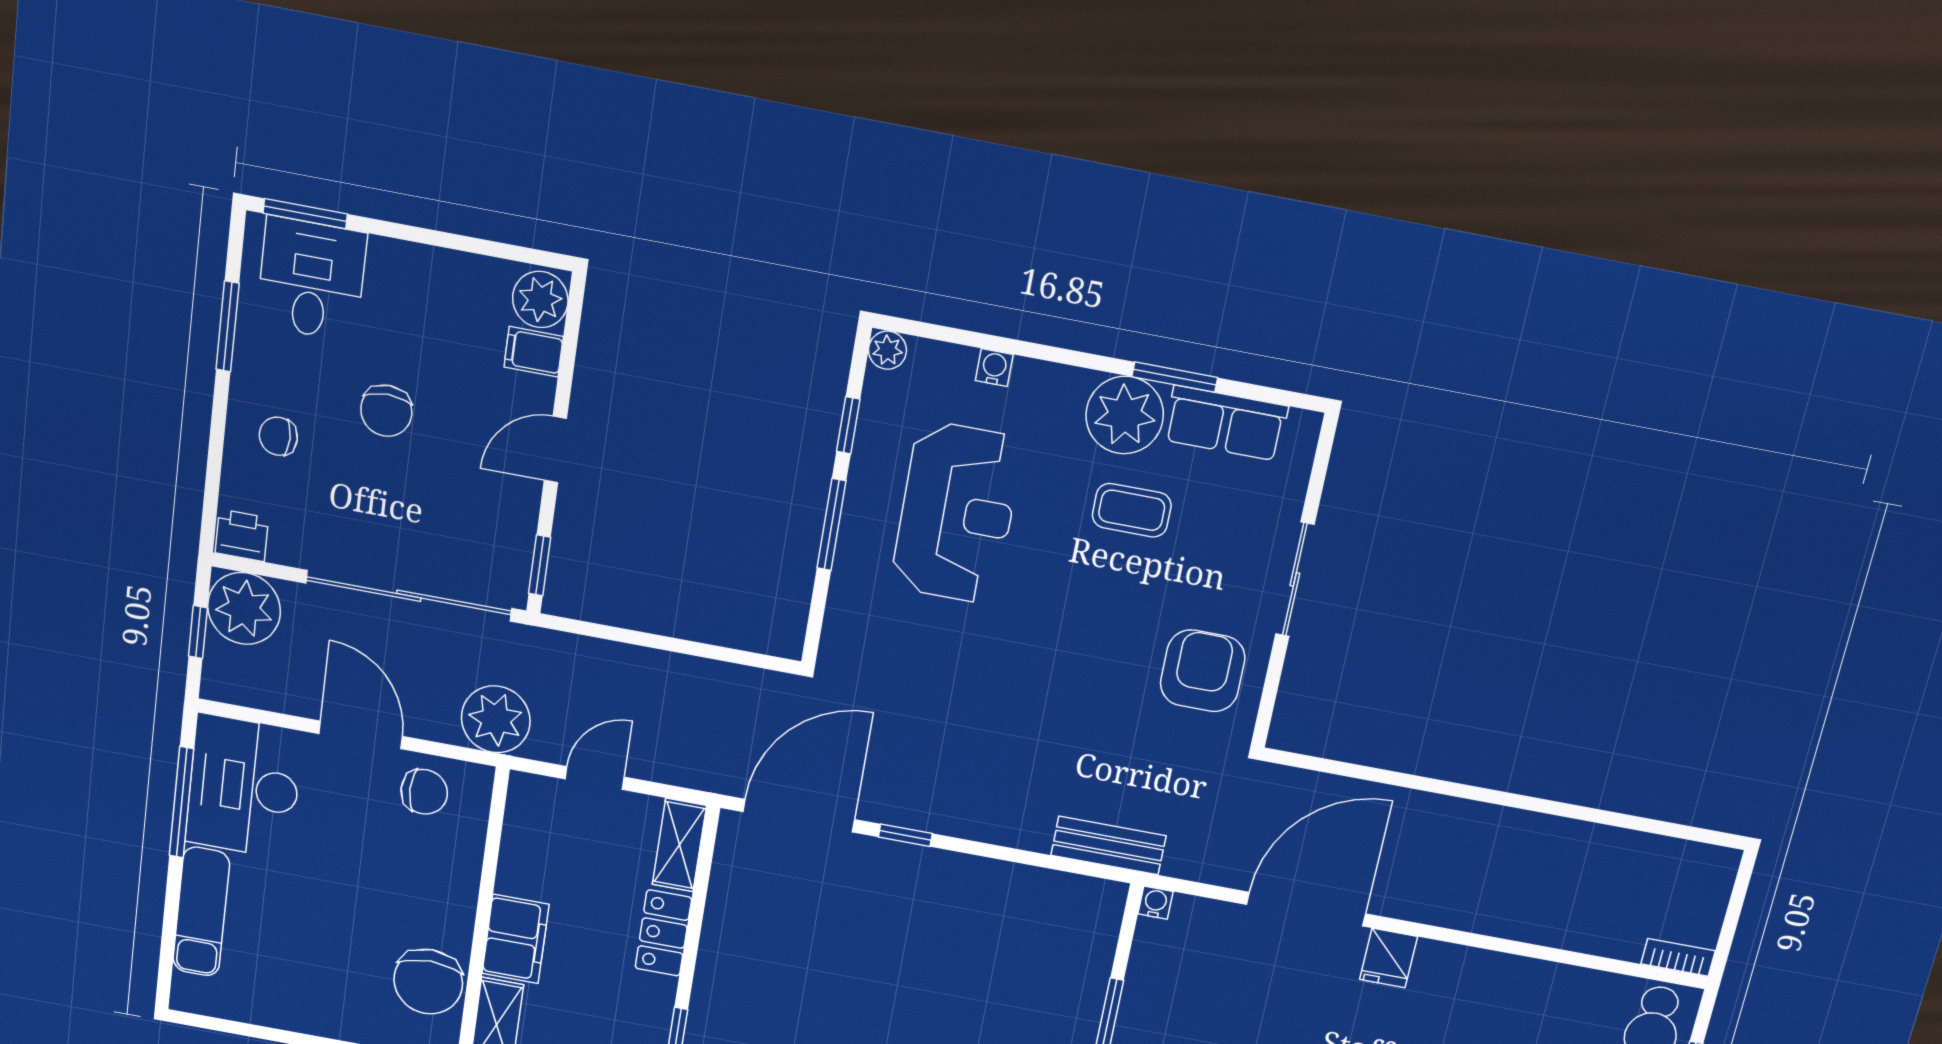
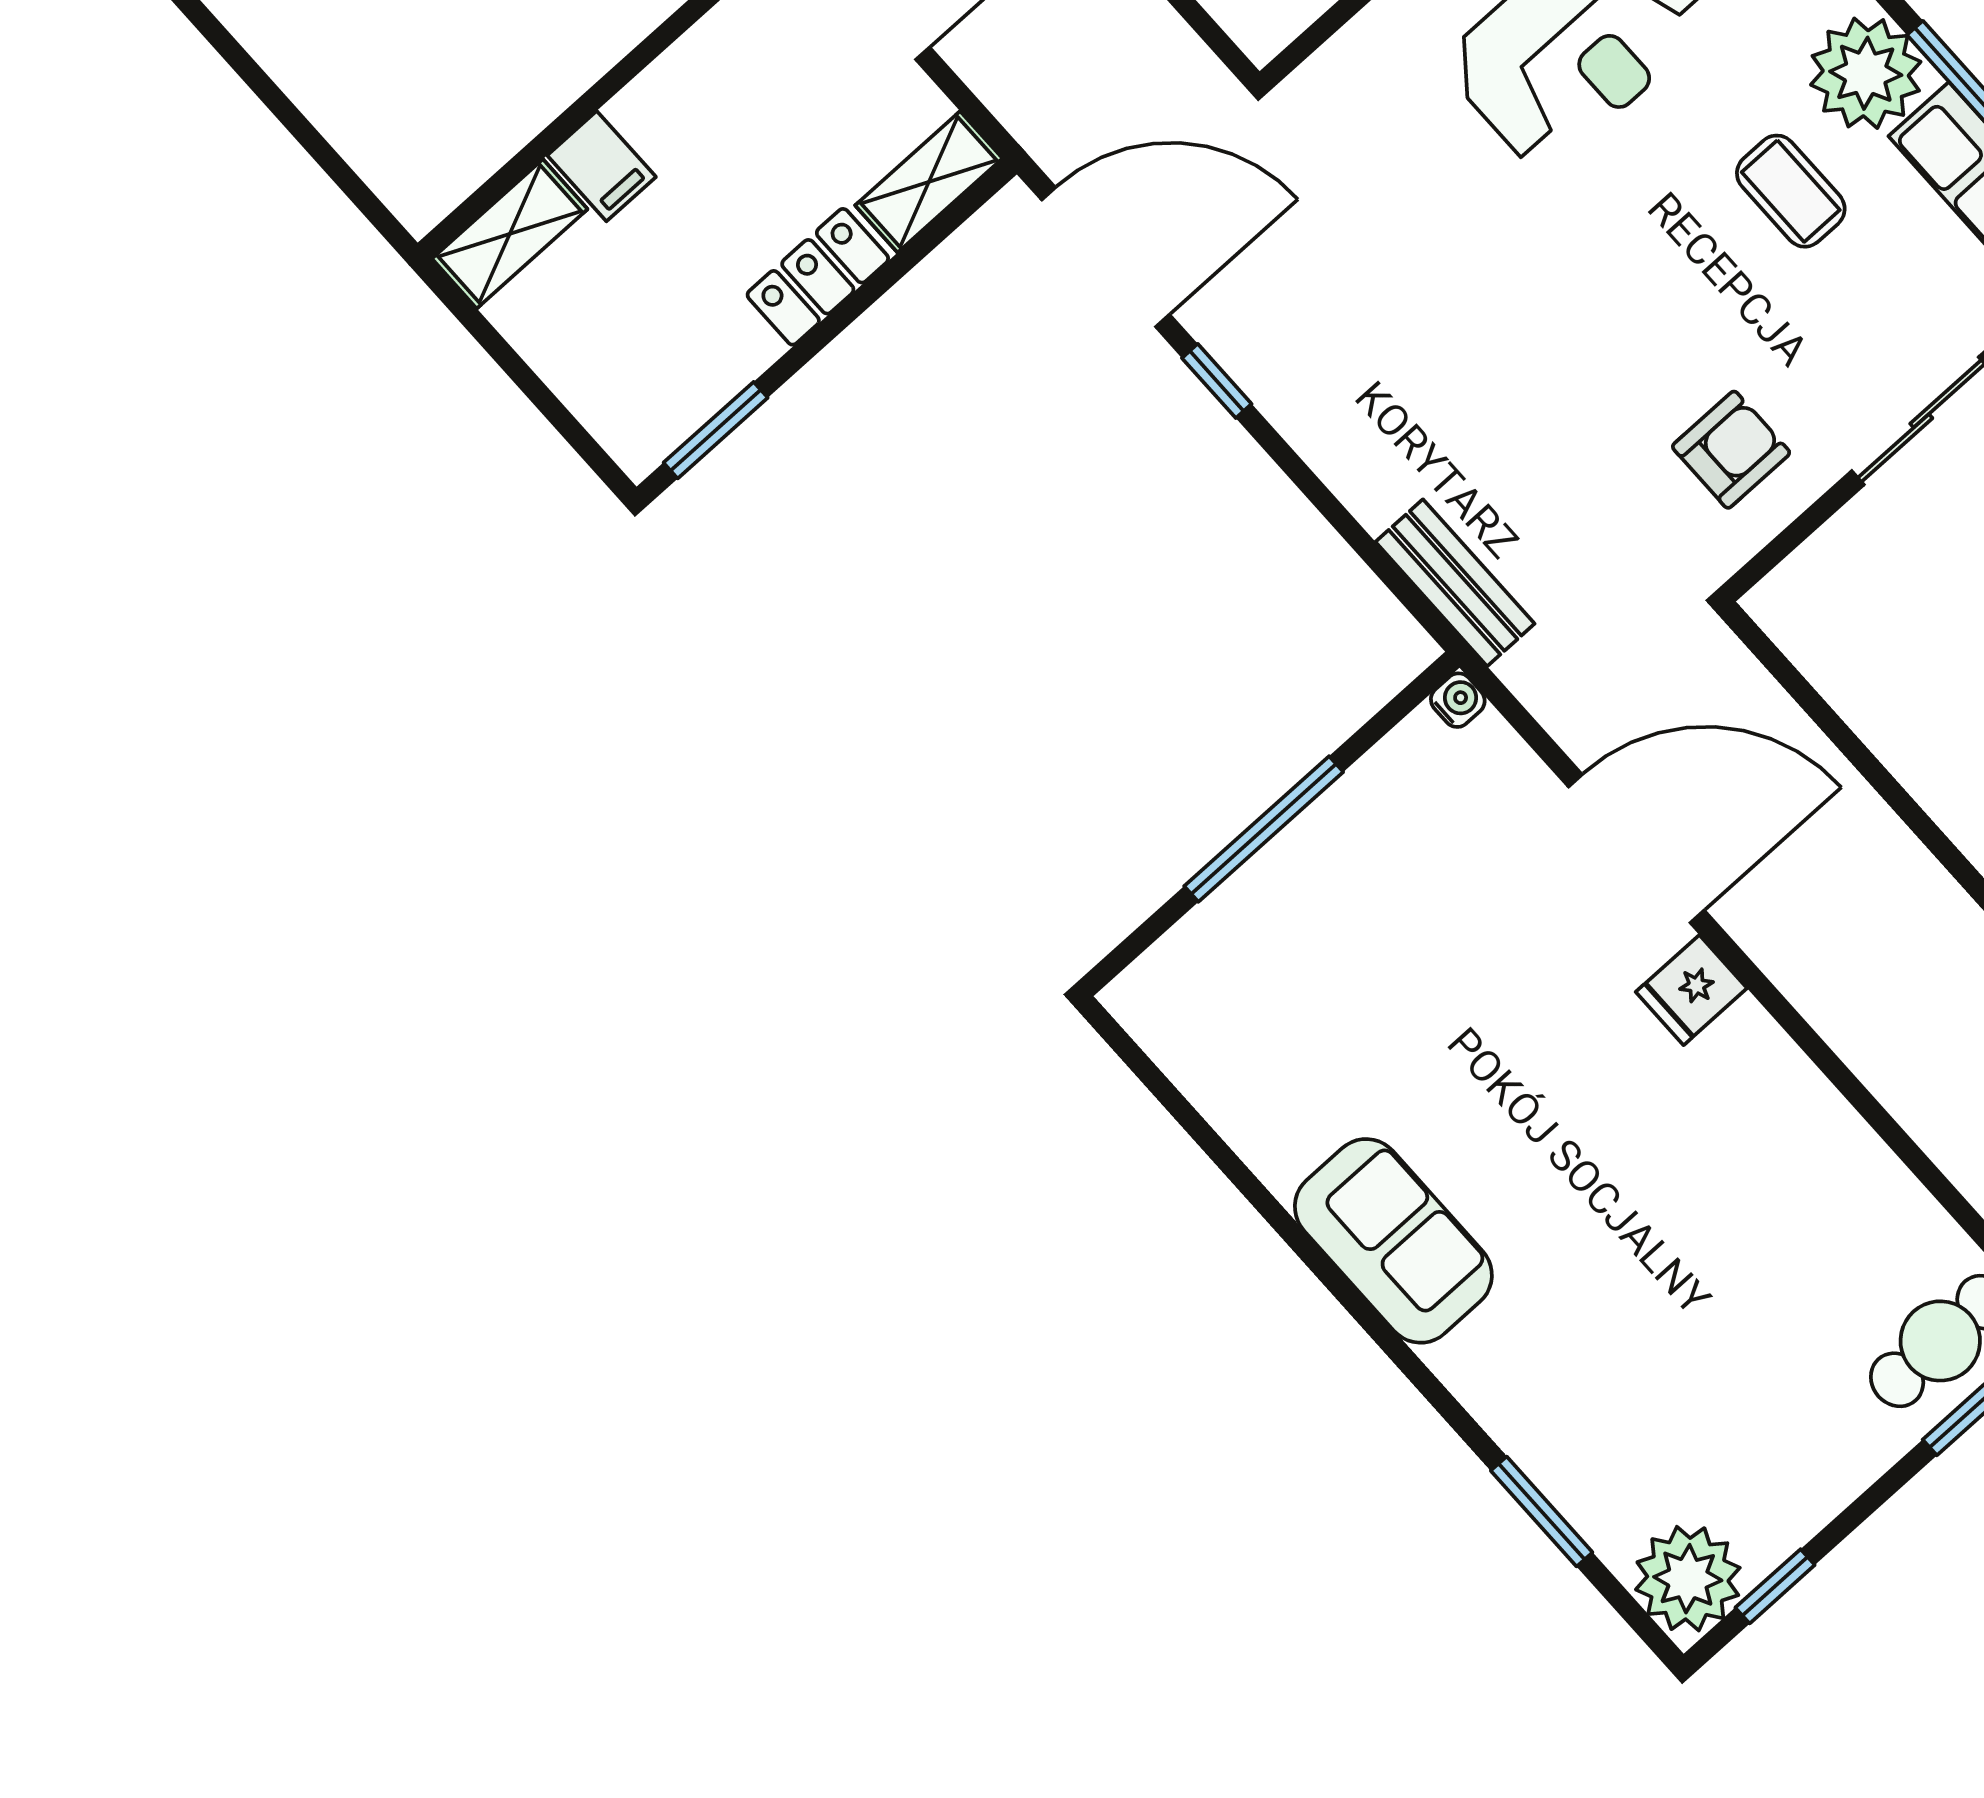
armchair: (1203, 671) -> (1731, 450), width x0.72, depth x0.72
filing cabinet: (515, 939) -> (602, 166), width x0.50
chair: (428, 982) -> (470, 114), removed

